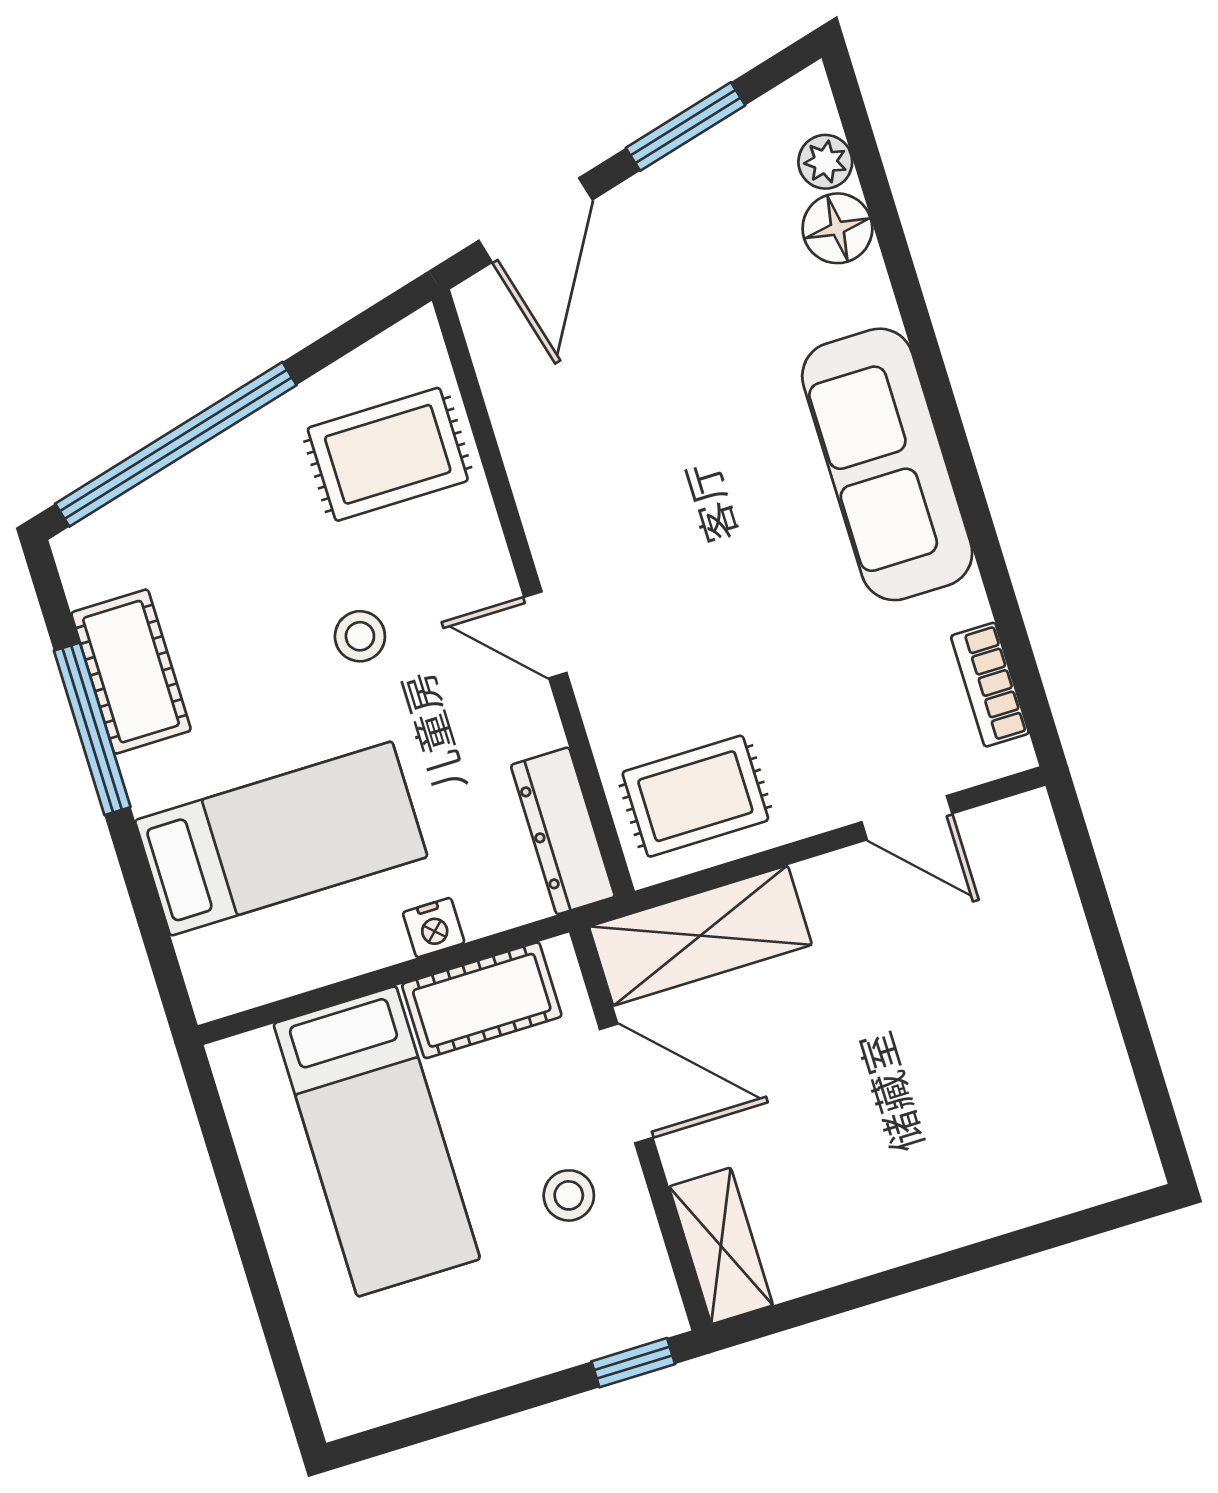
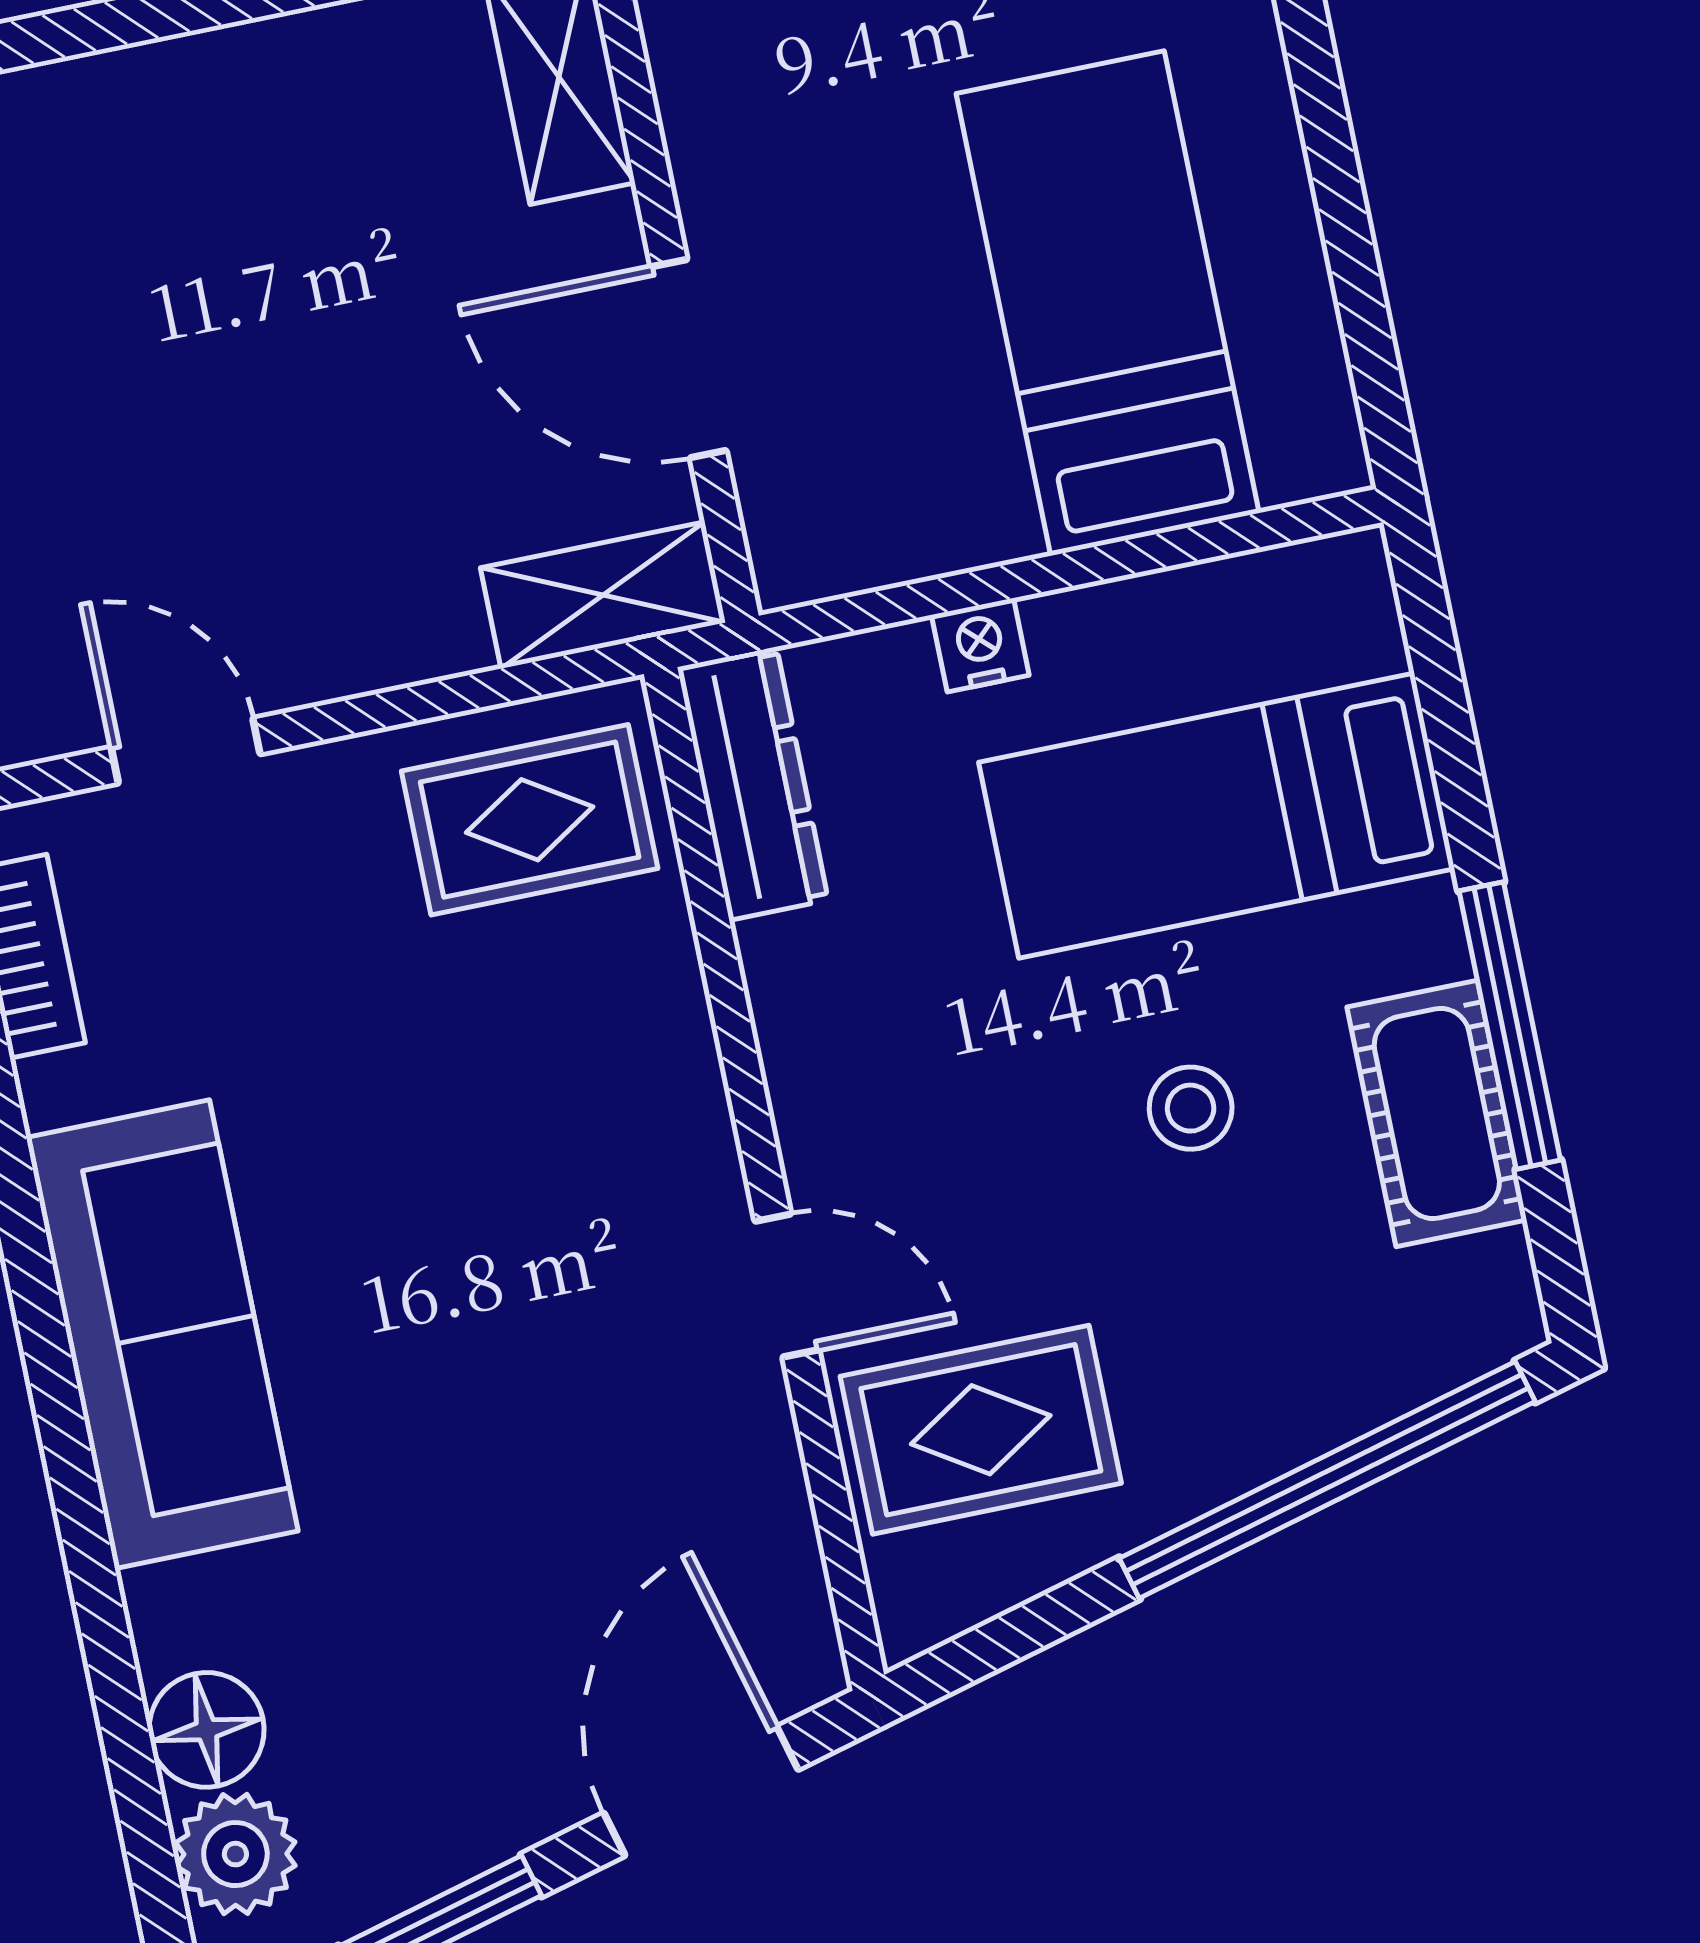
plant: (825, 162) -> (235, 1854), width x1.38, depth x1.38
door: (545, 635) -> (787, 1285), moved
stool: (360, 636) -> (1191, 1108), moved
shelving: (700, 936) -> (603, 595), width x0.67, depth x0.75
cot: (482, 1000) -> (913, 518), removed
stool: (569, 1195) -> (801, 184), removed

